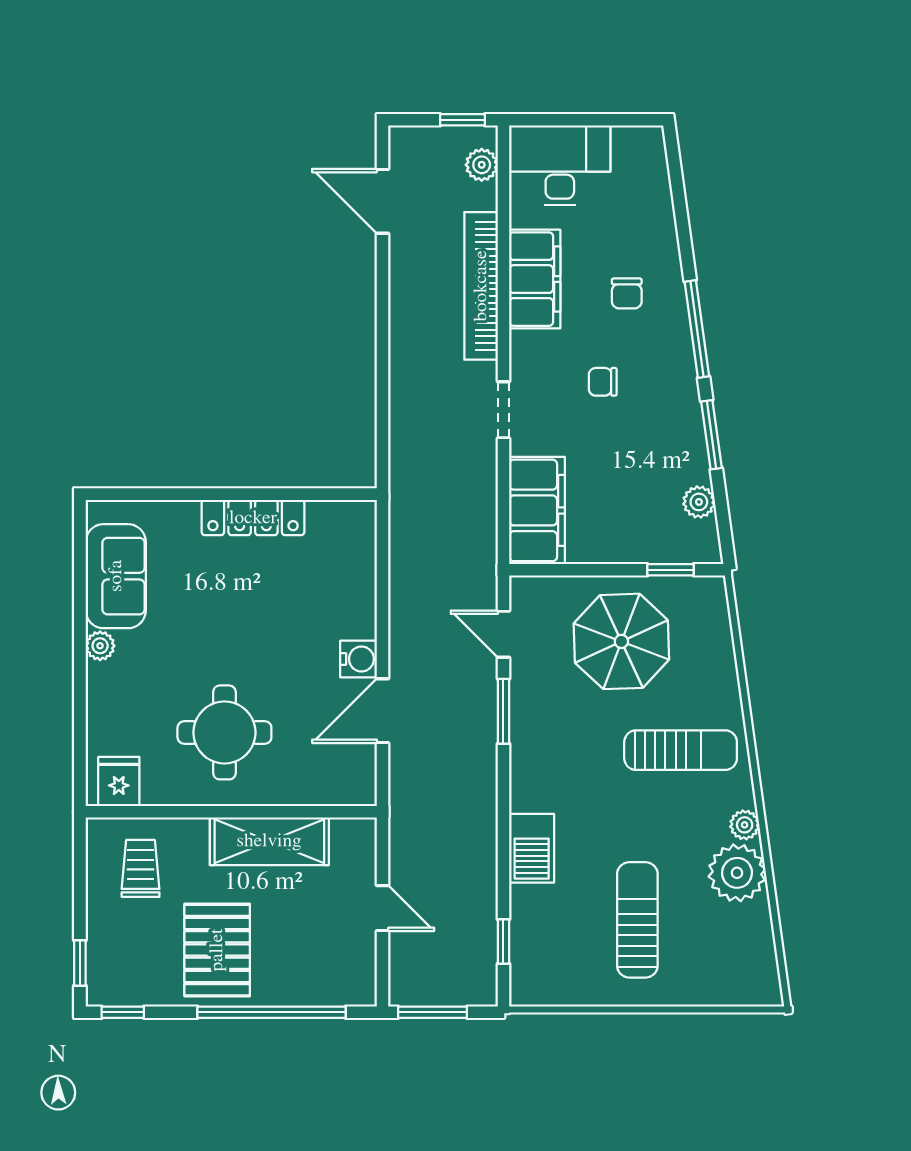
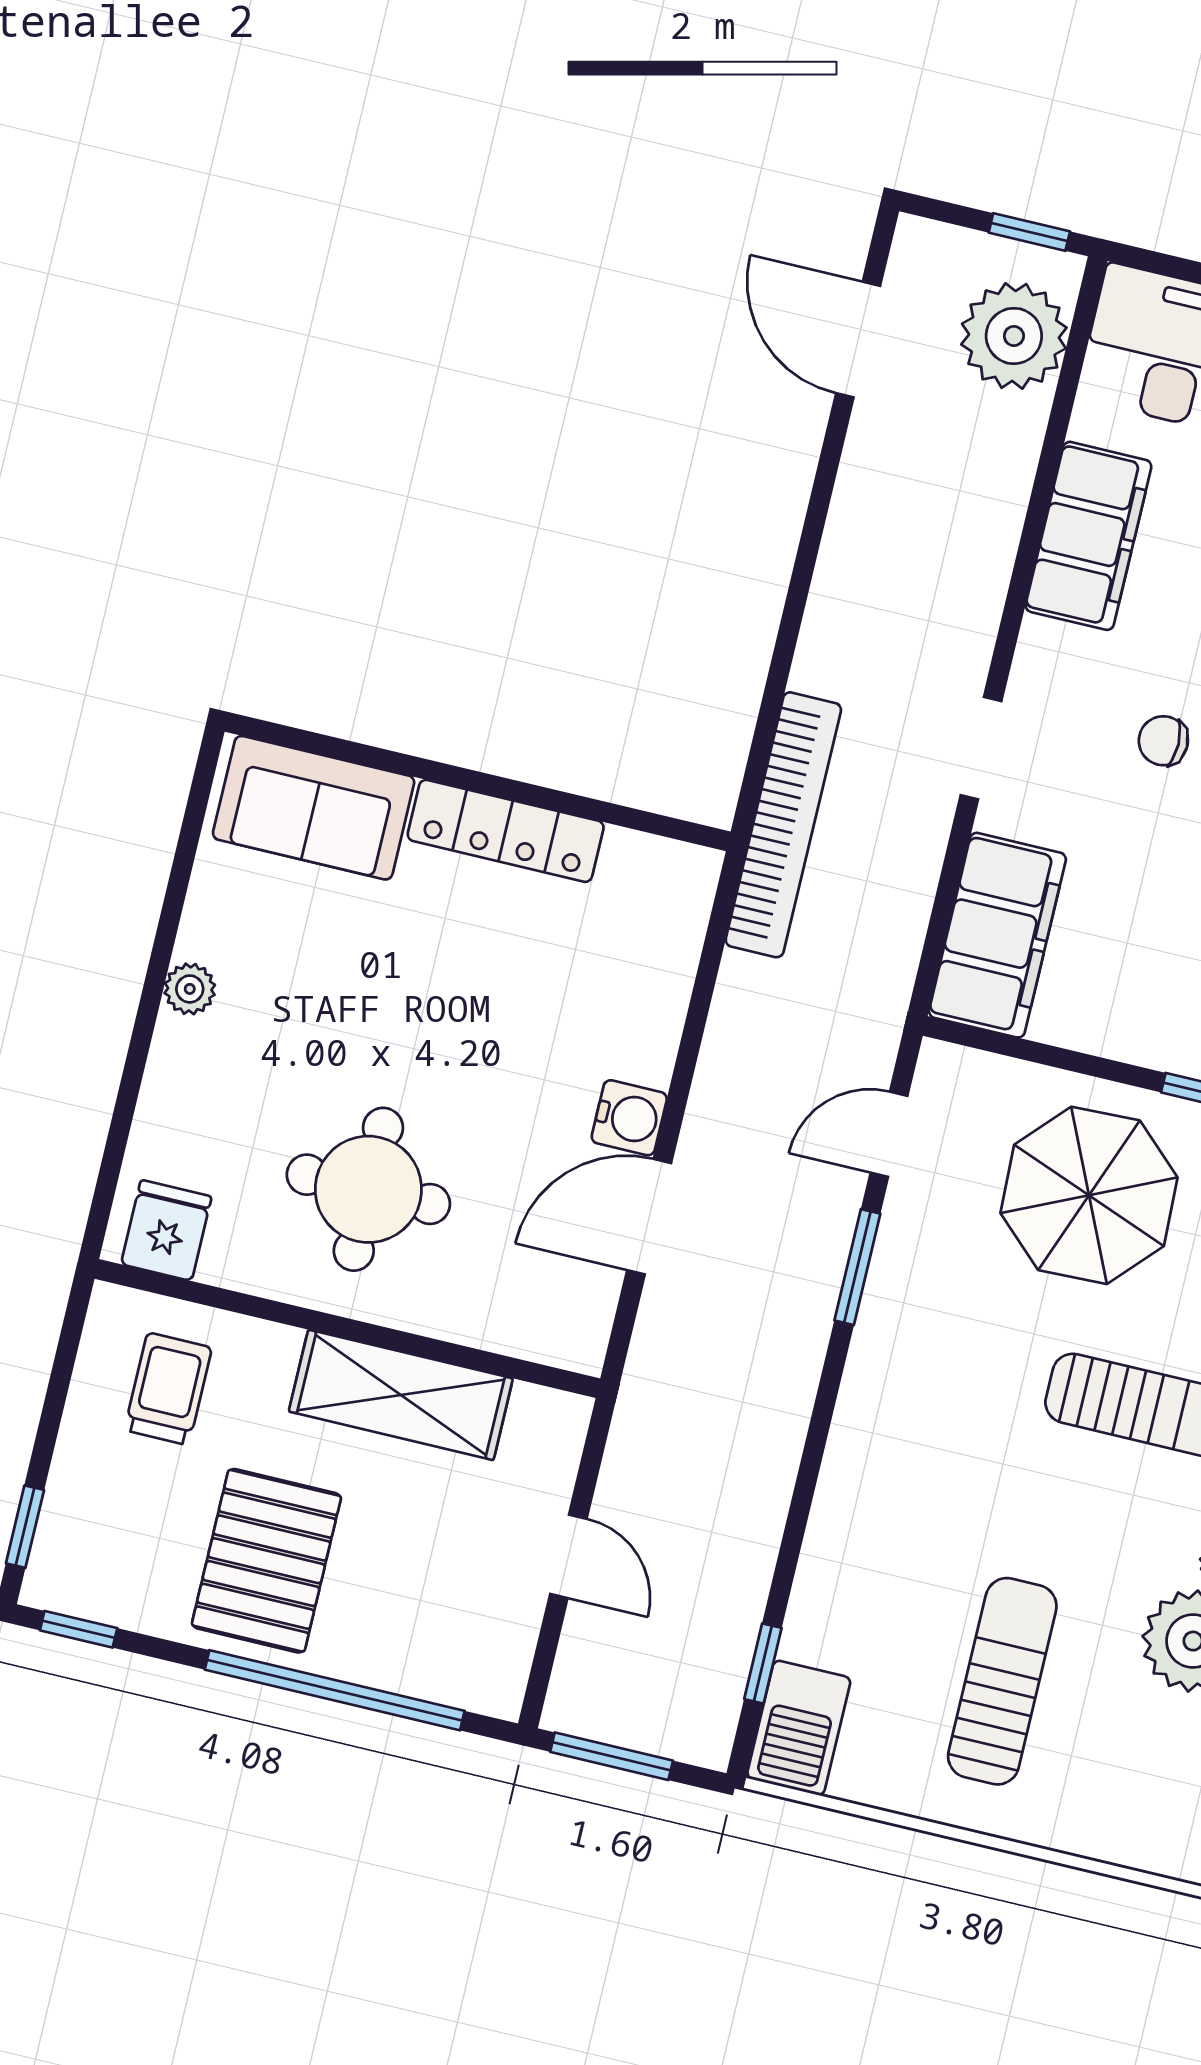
plant: (482, 165) -> (1014, 336), width x1.88, depth x1.88
bookcase: (481, 286) -> (783, 825), moved, turned 180
sofa: (116, 576) -> (314, 808), moved, turned 90
door: (503, 634) -> (889, 1134), hinge flipped
barbecue: (532, 848) -> (799, 1728), moved

